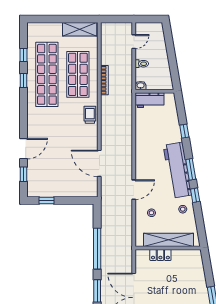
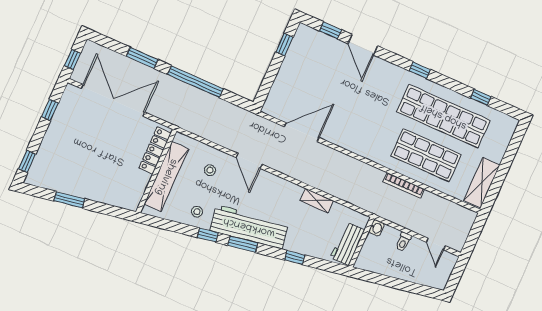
window: (23, 80) -> (420, 70), moved
workbench: (150, 100) -> (347, 244), moved
trolley: (90, 115) -> (368, 148), removed
shelving: (140, 133) -> (317, 201), added
locker: (160, 255) -> (155, 150), width x1.53

